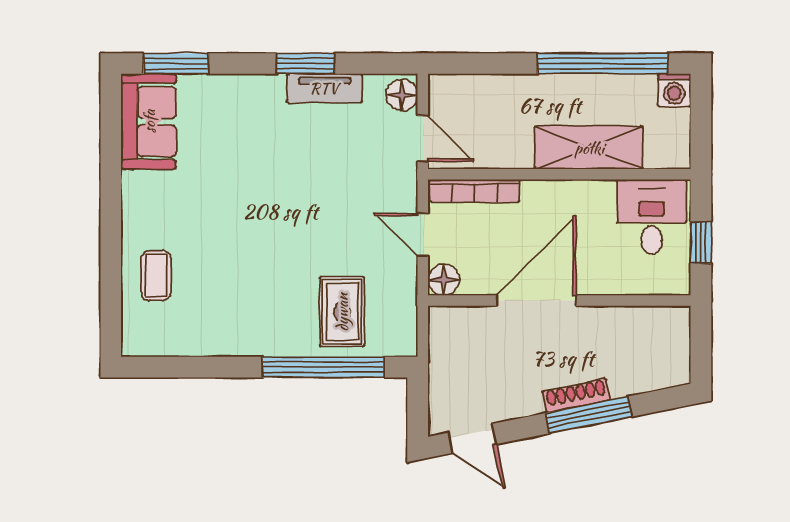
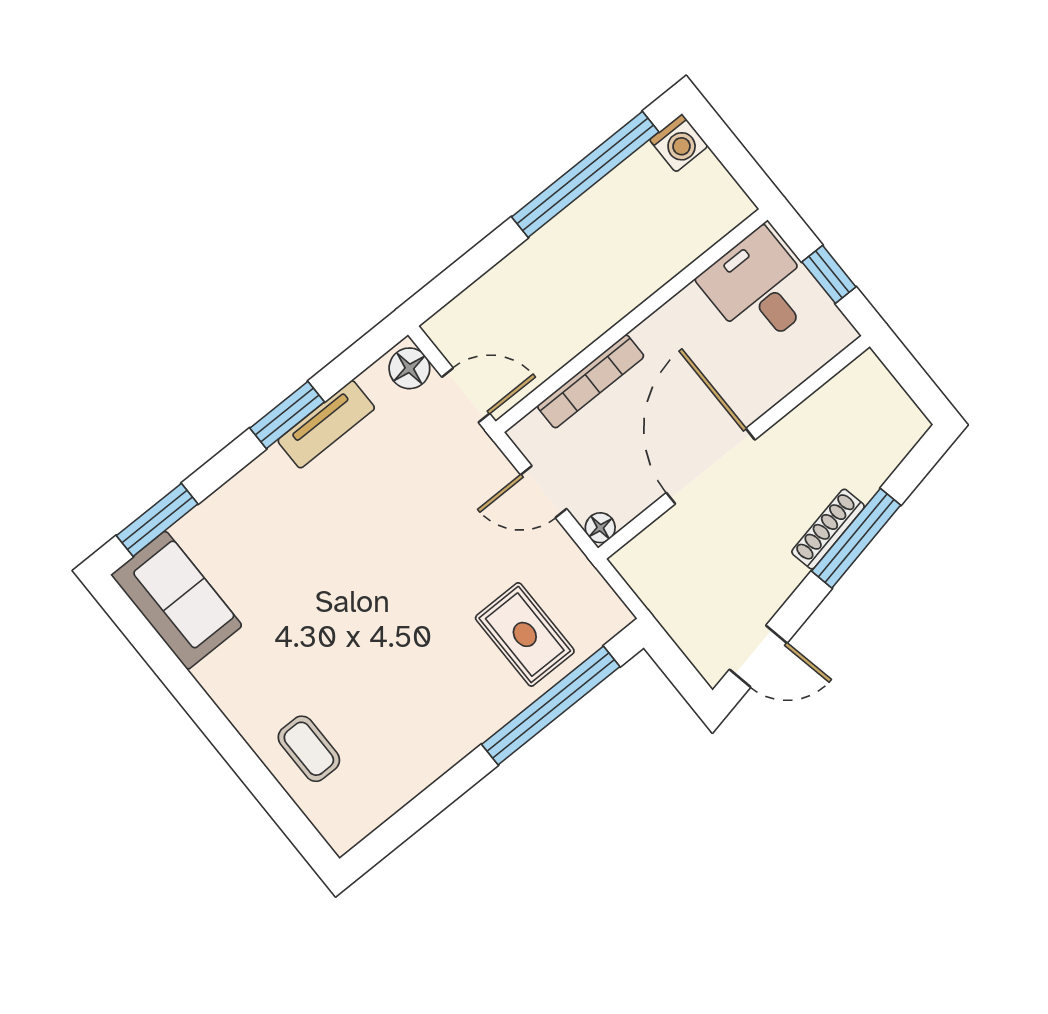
shelving: (589, 148) -> (640, 270), removed
bookcase: (474, 191) -> (591, 381), moved
floor lamp: (444, 280) -> (600, 528), width x0.73, depth x0.73

